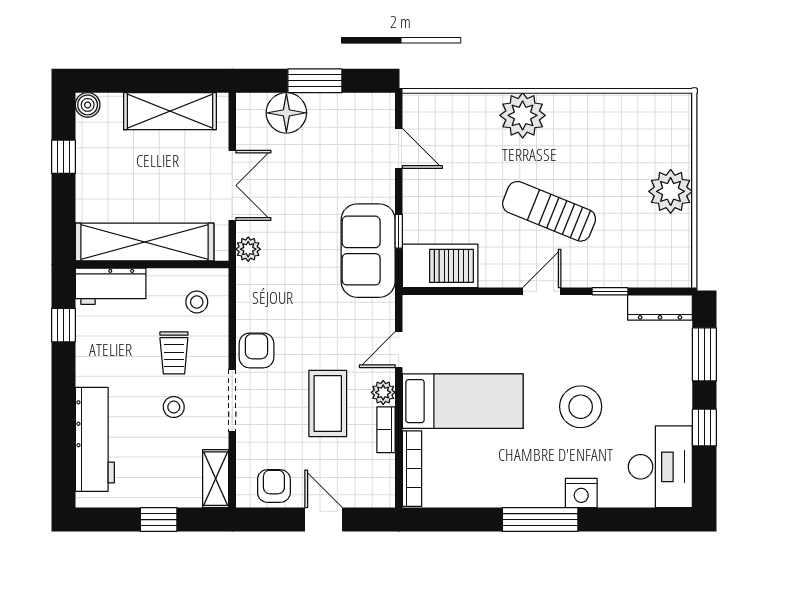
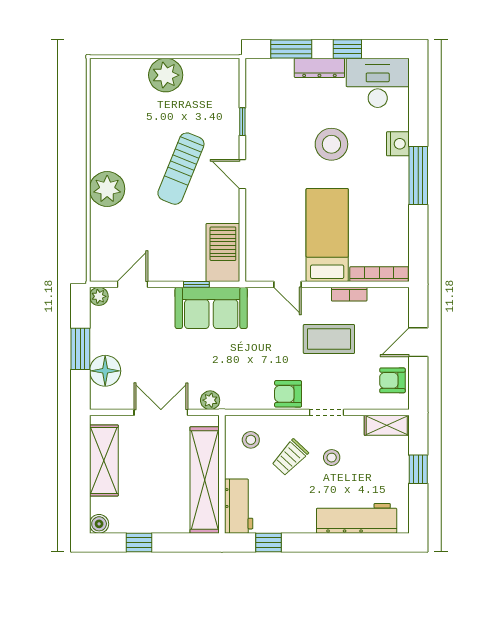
dresser: (660, 307) -> (319, 68), moved, turned 90
trolley: (174, 353) -> (290, 457), turned 133
plant: (383, 392) -> (99, 296), moved
doorway: (232, 400) -> (327, 412), width x0.73

